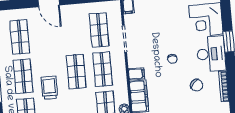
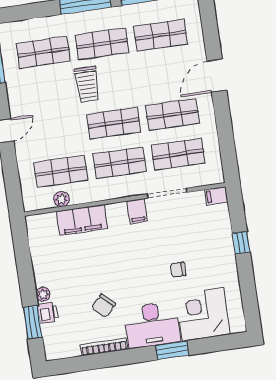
shop shelf: (73, 32) -> (172, 114), added
chair: (172, 59) -> (178, 270), moved
filing cabinet: (136, 74) -> (137, 211), moved
trolley: (49, 88) -> (87, 84), turned 90

